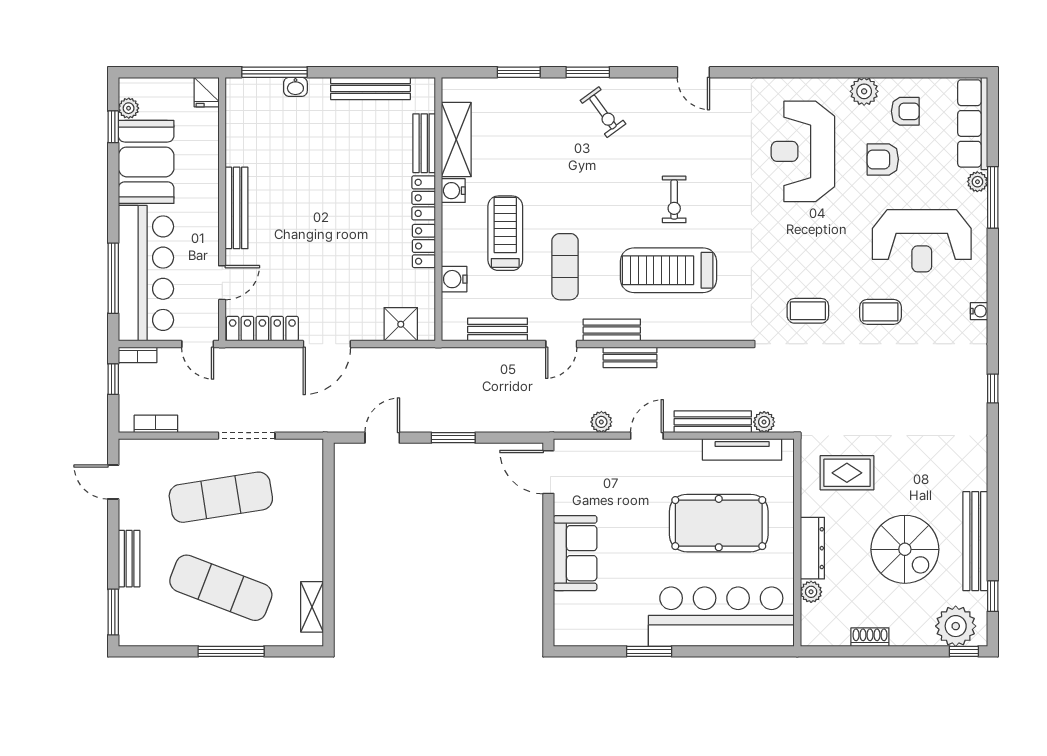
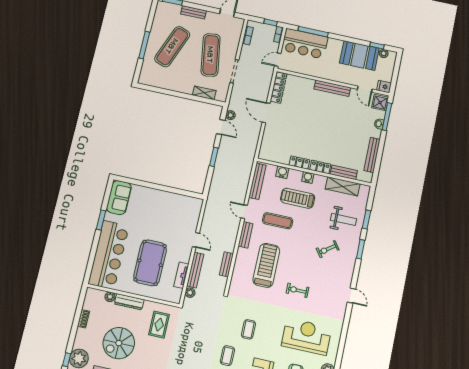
door: (693, 72) -> (351, 296), swing flipped
exercise bike: (603, 112) -> (328, 249), moved
weight bench: (530, 123) -> (344, 219), added
water cooler: (453, 191) -> (308, 177), moved
exercise bike: (674, 199) -> (297, 290), moved
treadmill: (505, 233) -> (298, 198), turned 180
bar counter: (146, 273) -> (305, 44), width x0.73
door: (222, 283) -> (365, 89), moved
coffee table: (808, 311) -> (248, 329), moved
shower: (401, 324) -> (380, 103), moved
bench: (498, 330) -> (257, 181), width x1.36
bench: (630, 357) -> (226, 264), moved
plant: (601, 422) -> (230, 115), moved
tv unit: (742, 449) -> (181, 275), width x0.71
door: (548, 472) -> (190, 194), removed
sofa: (575, 553) -> (119, 198), moved, turned -90
shelving: (312, 607) -> (204, 93), moved

